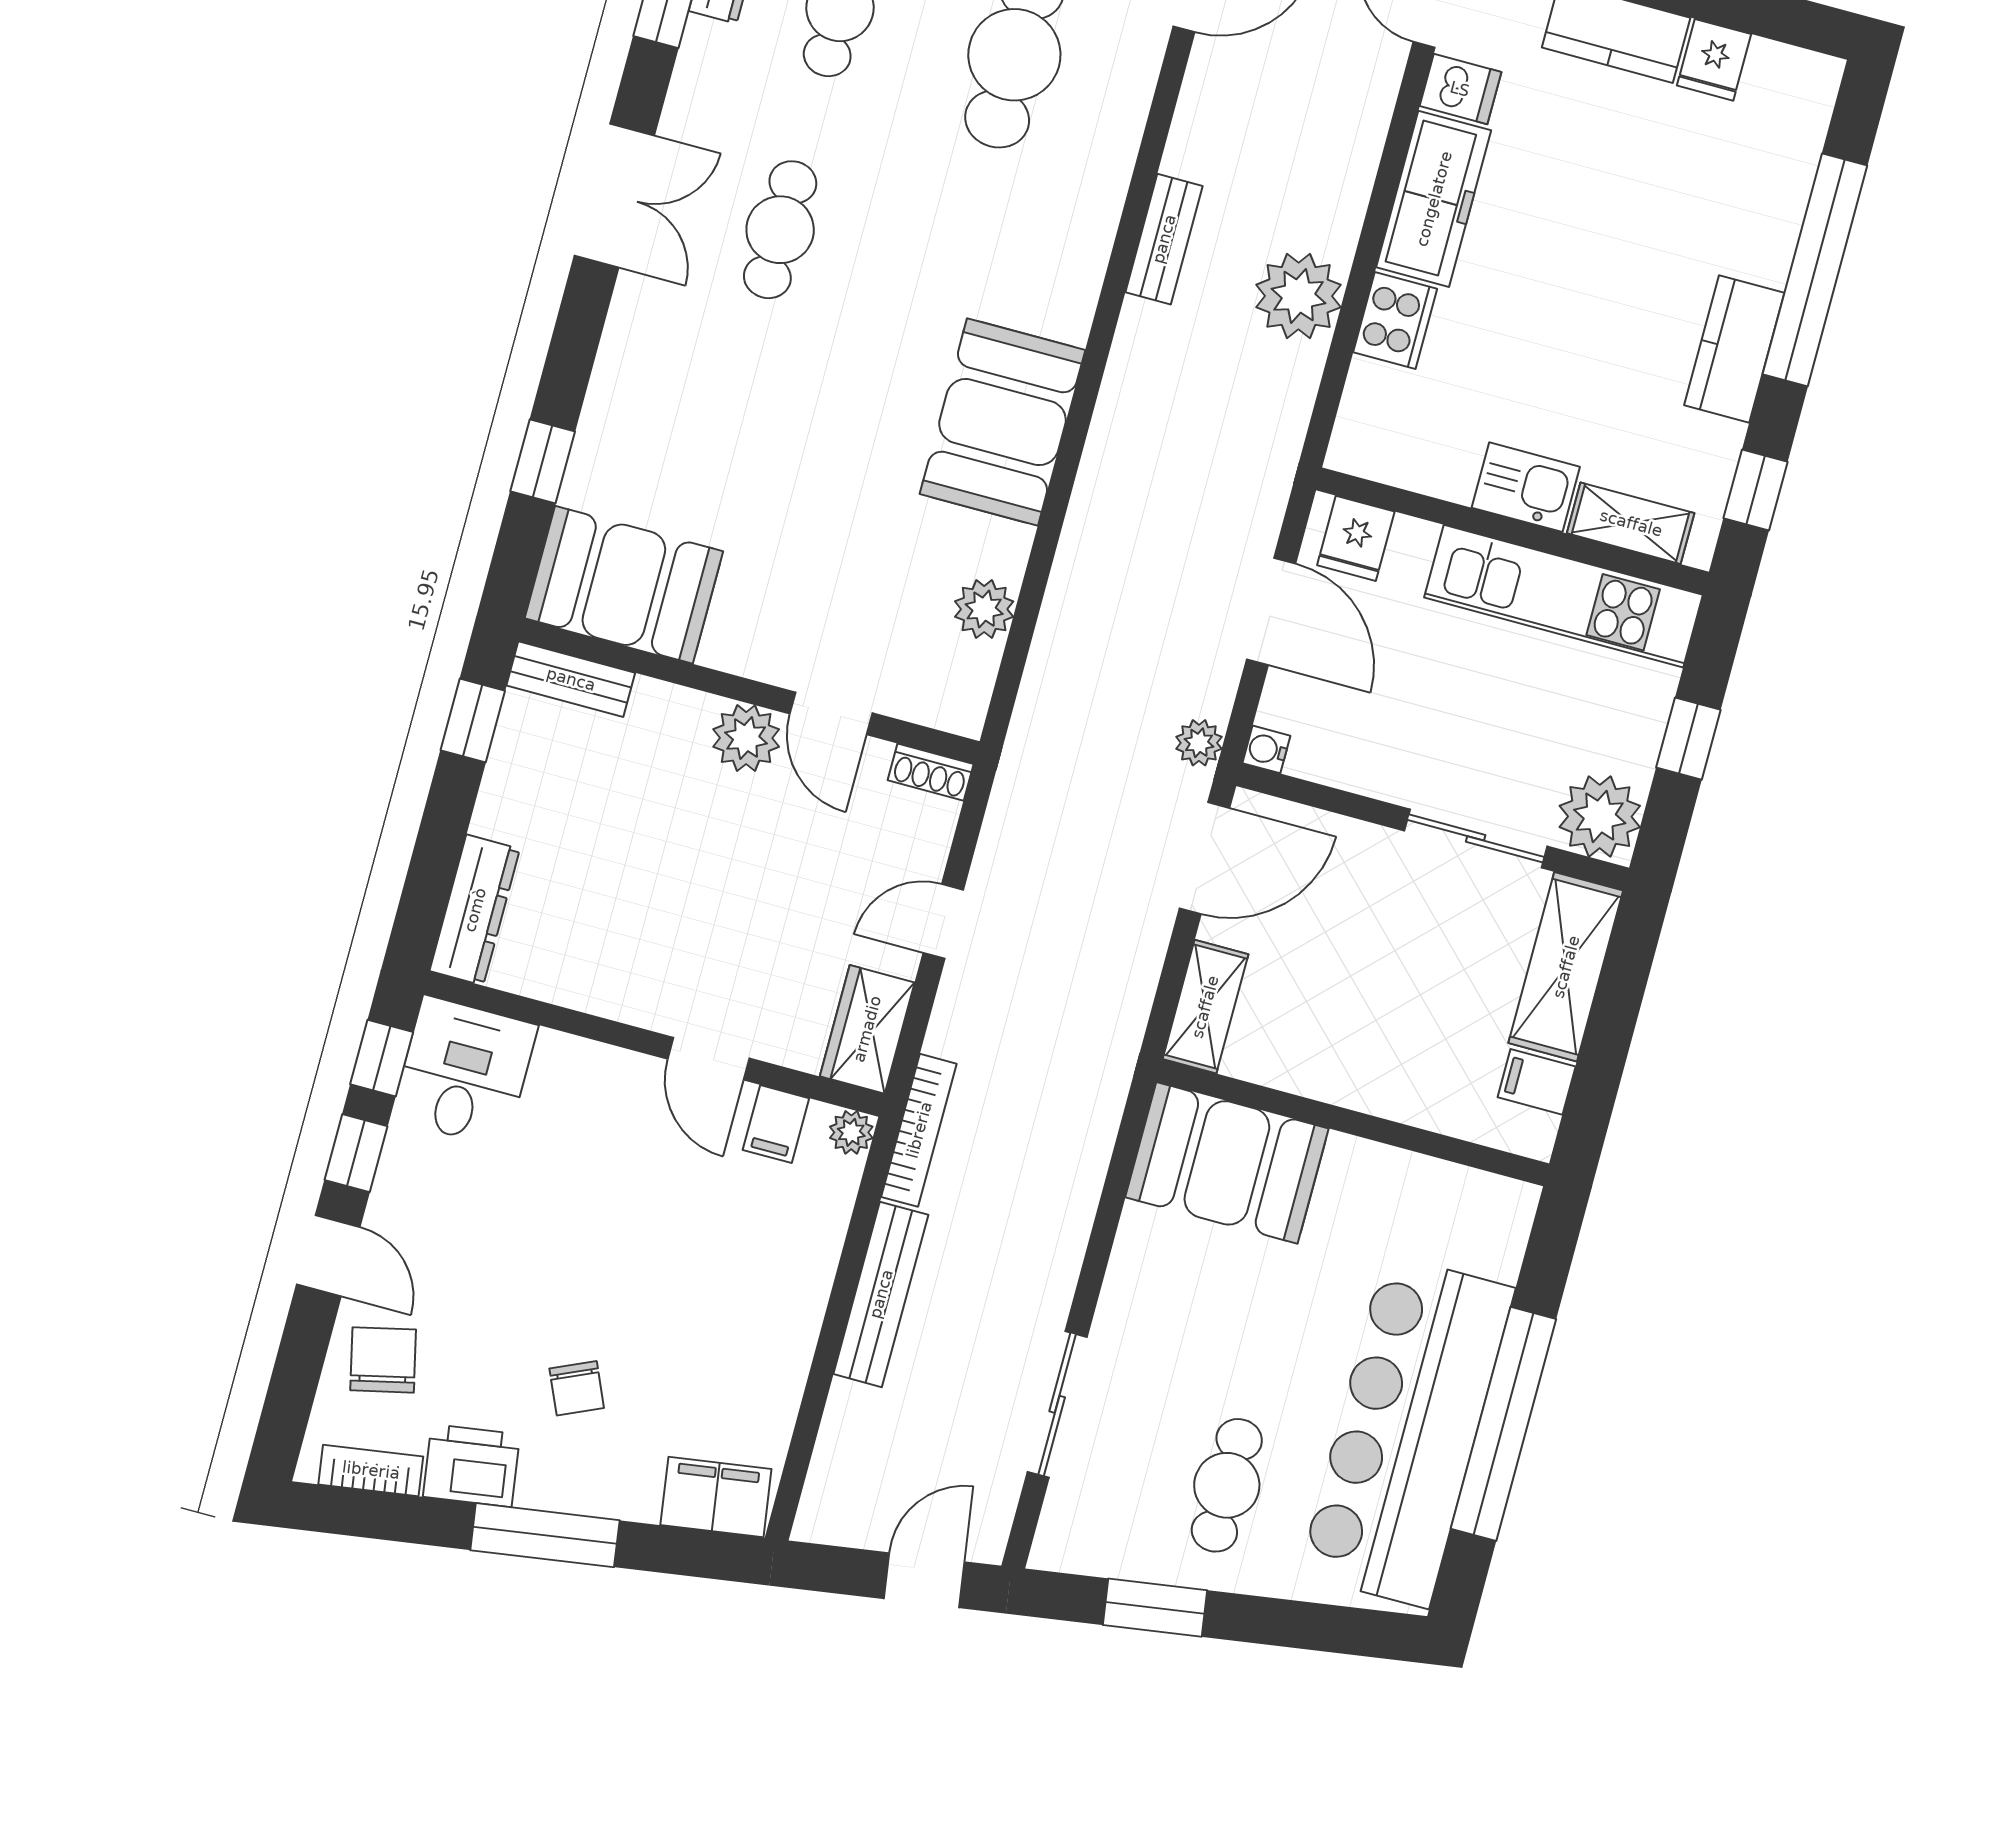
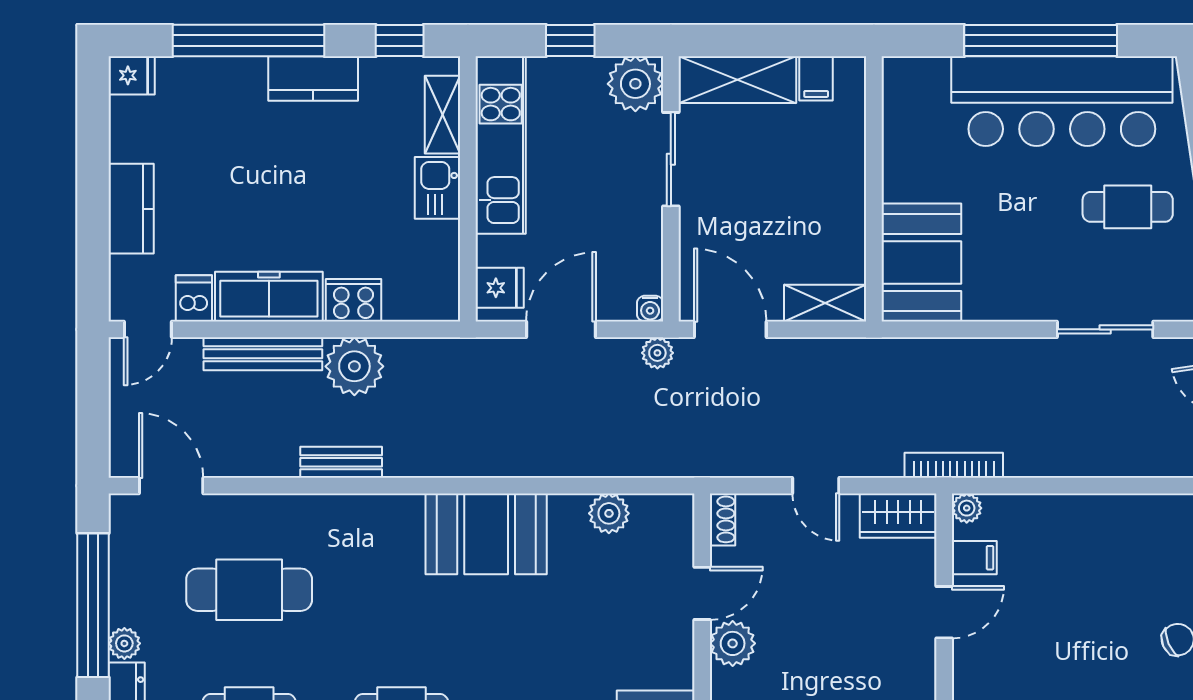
fridge: (1714, 60) -> (132, 75), moved
bench: (881, 1294) -> (263, 354), moved

